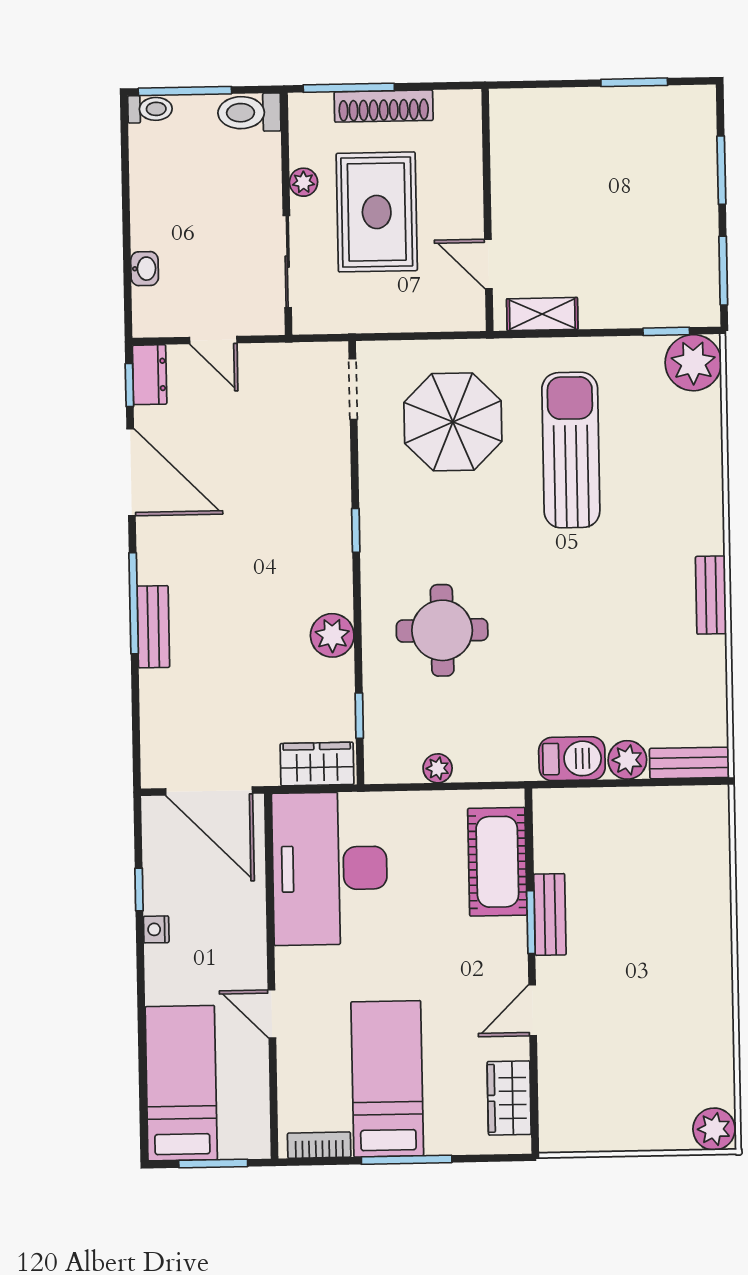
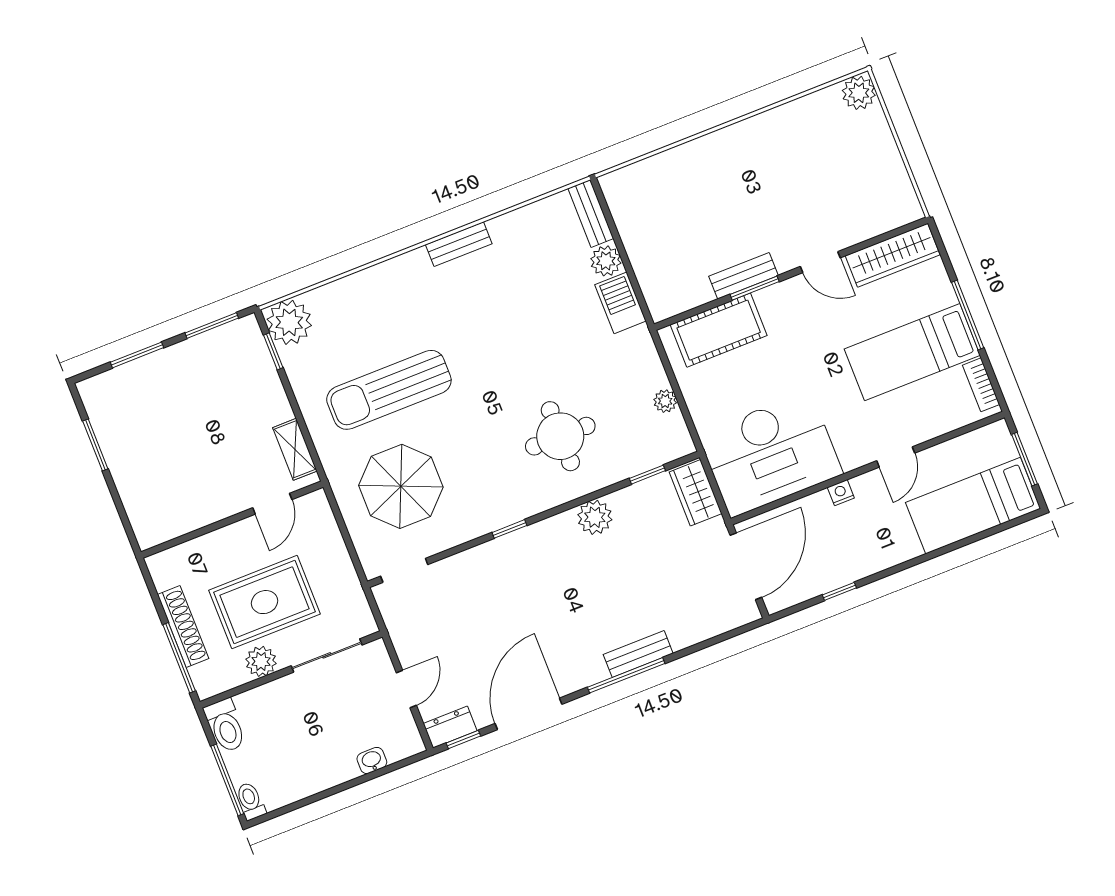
plant: (303, 182) -> (261, 661), width x1.38, depth x1.38
nightstand: (156, 929) -> (841, 493), moved, turned 180
wardrobe: (509, 1098) -> (893, 255), width x1.50

